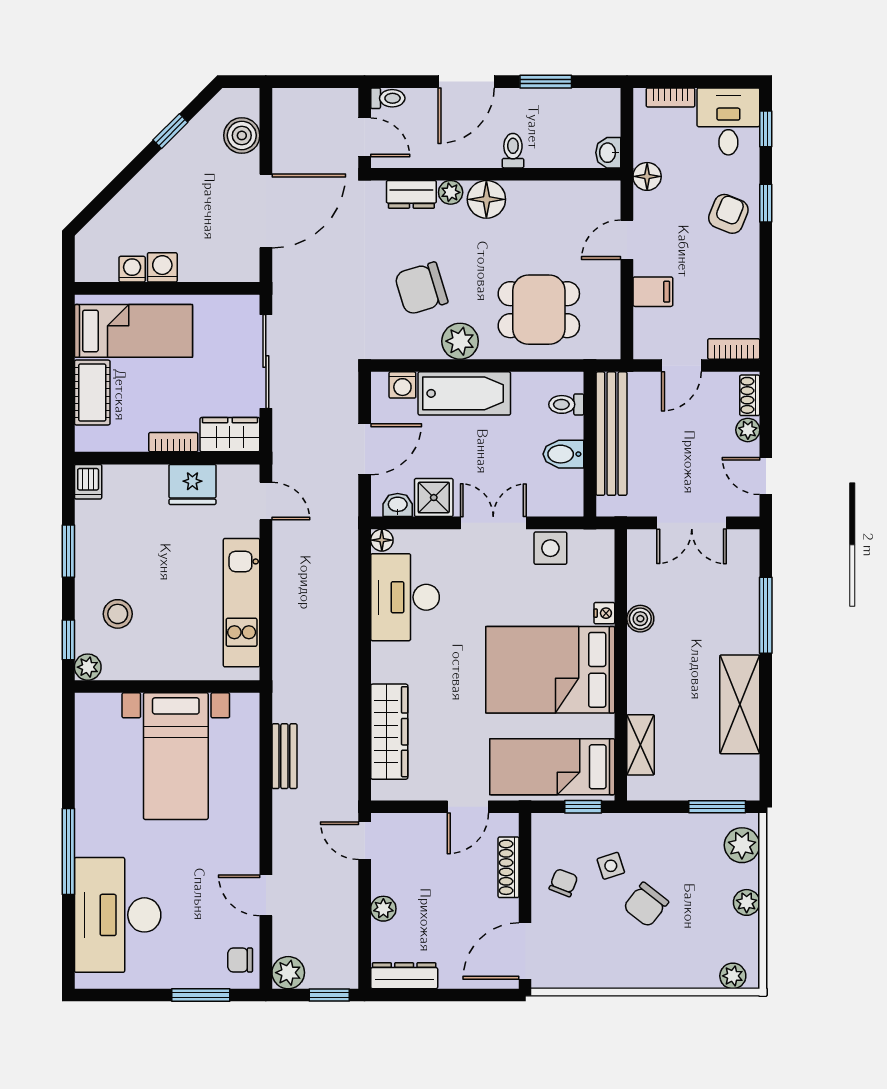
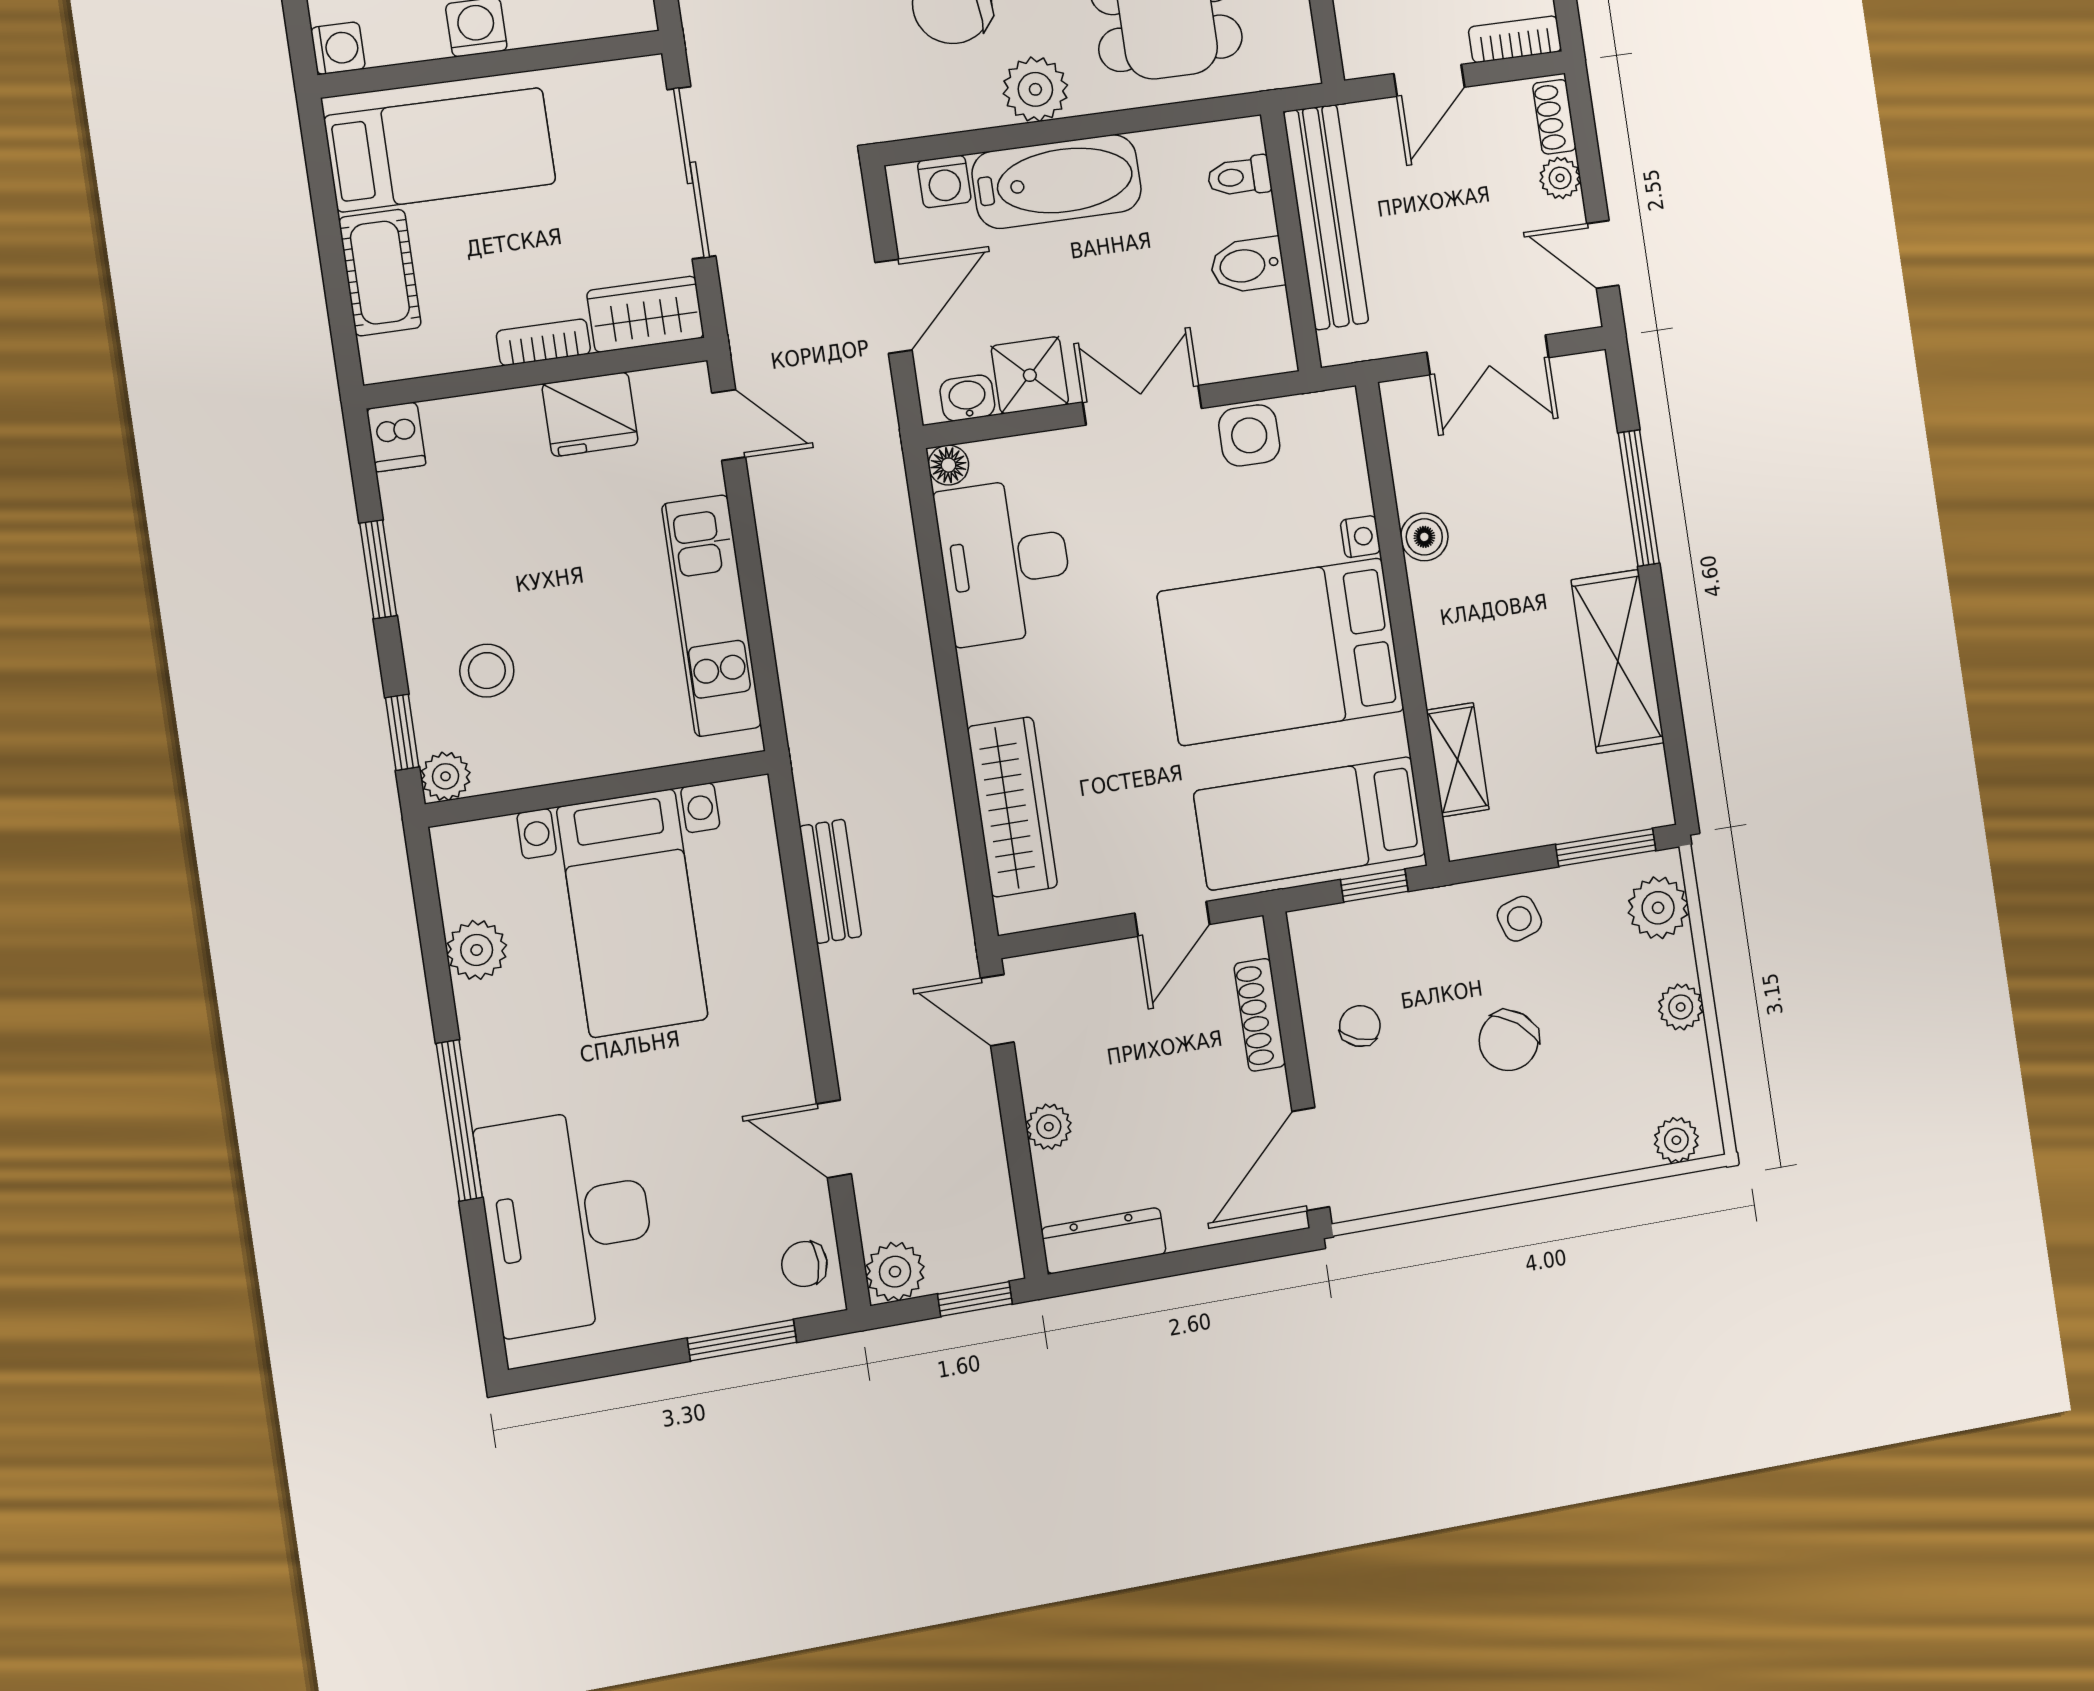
washing machine: (132, 269) -> (338, 48), moved, turned 90
plant: (91, 762) -> (477, 950), added
side table: (611, 866) -> (1519, 919), moved

